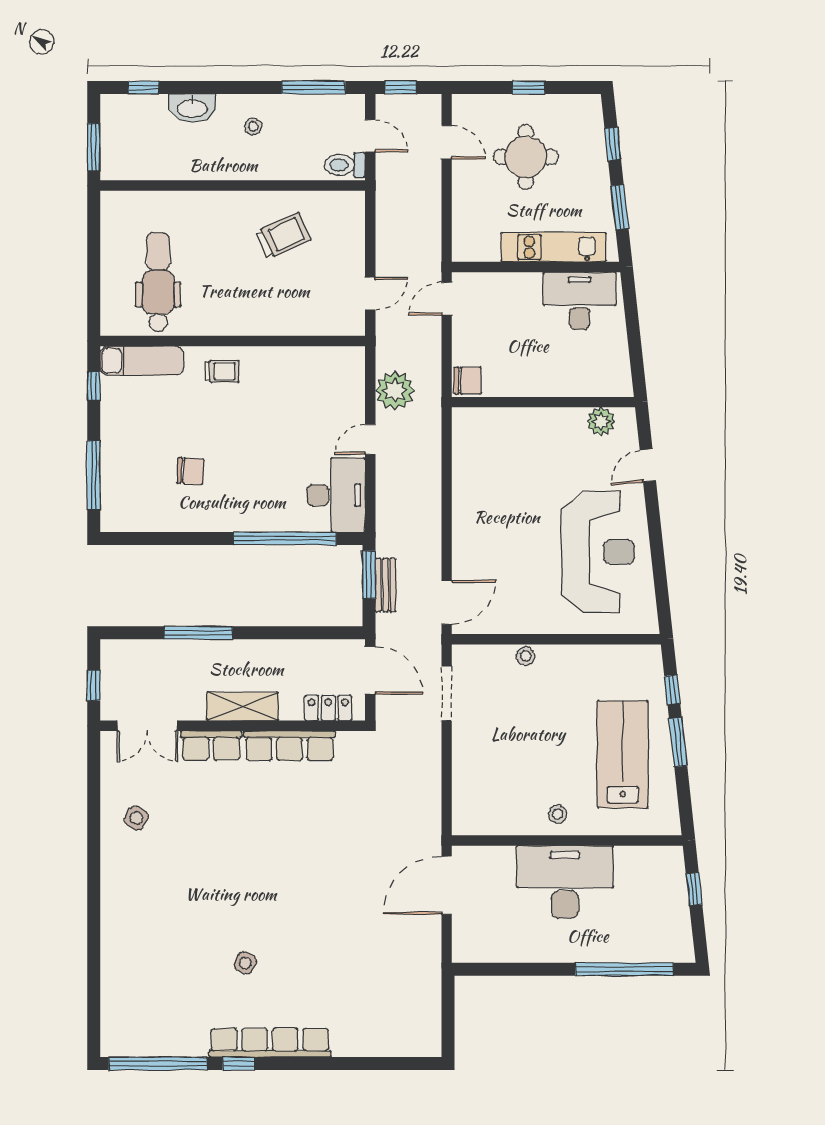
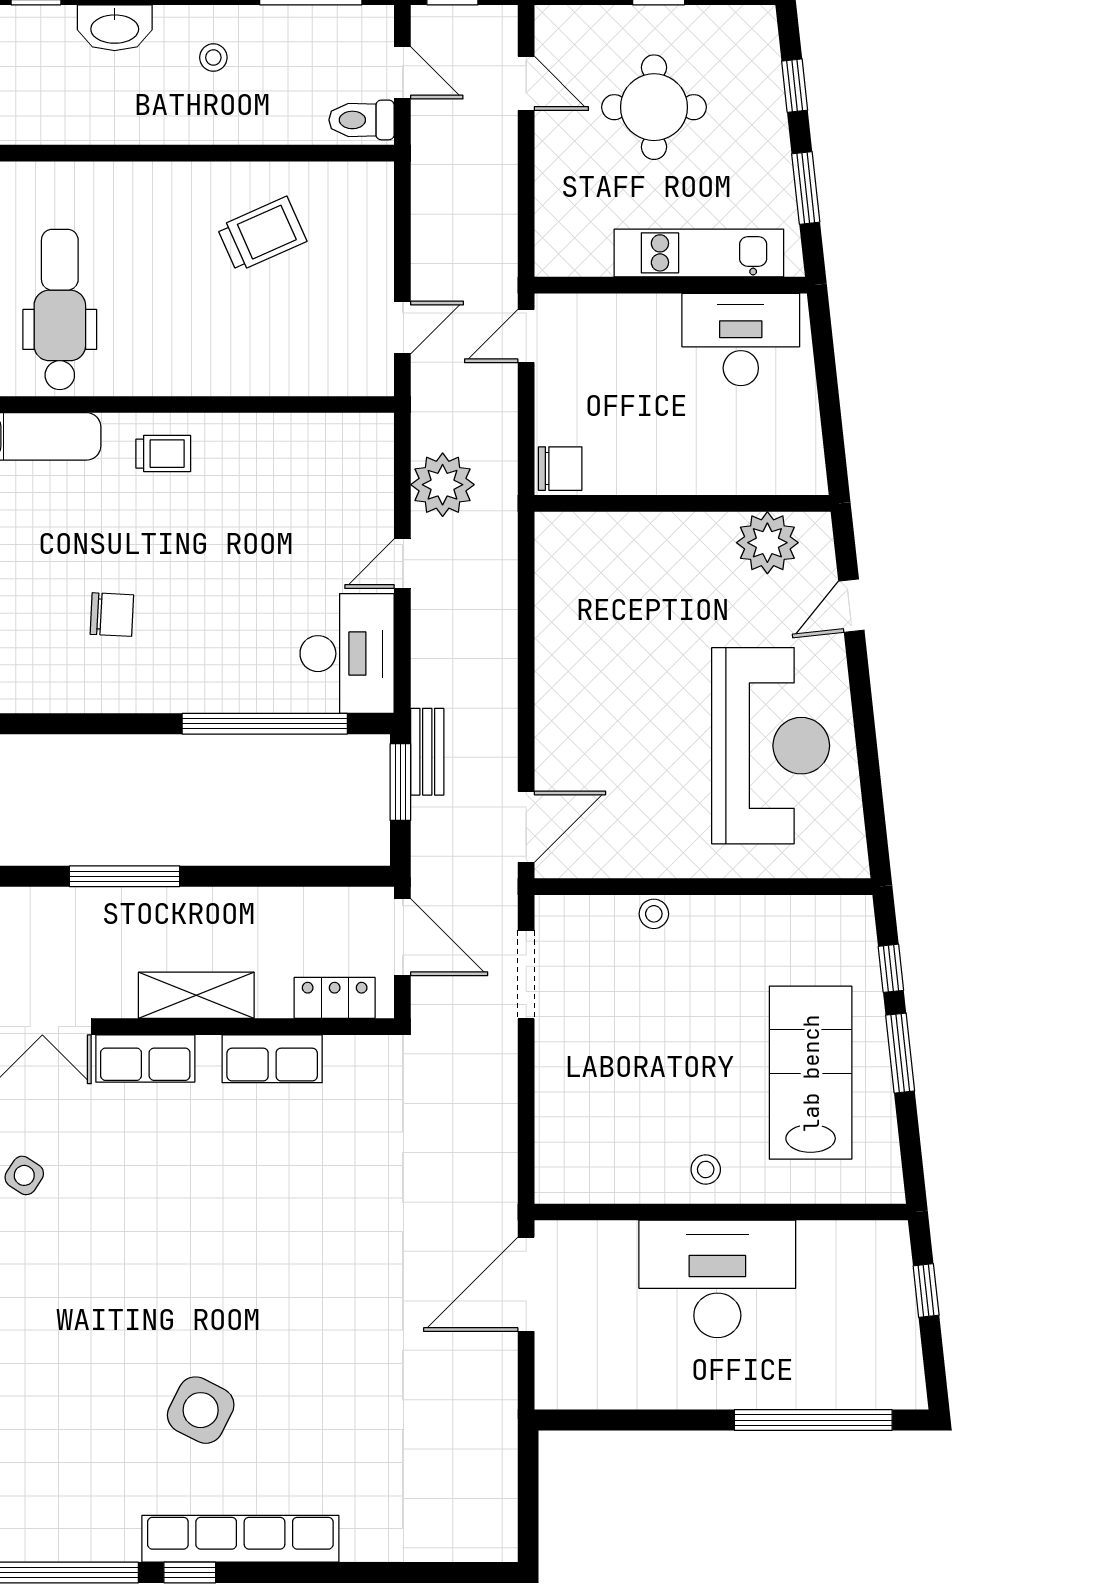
plant: (601, 421) -> (767, 543), width x1.36, depth x1.36
bench: (385, 585) -> (427, 752), moved
row of seats: (290, 746) -> (272, 1059), width x0.68
side table: (245, 963) -> (201, 1410), width x1.87, depth x1.87

